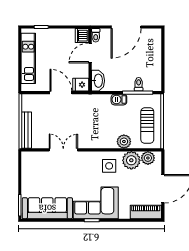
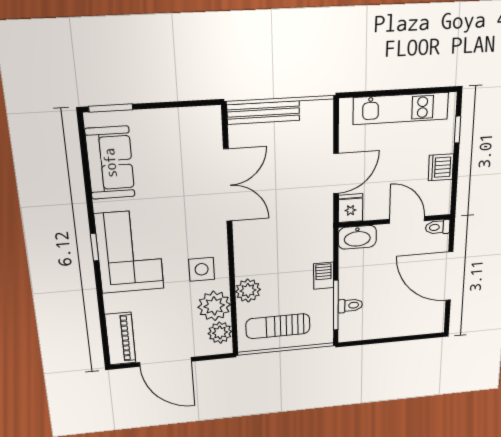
dishwasher: (82, 36) -> (441, 167), moved, turned -90
double door: (63, 150) -> (228, 185), width x1.37
sofa: (47, 208) -> (110, 163), width x0.73

